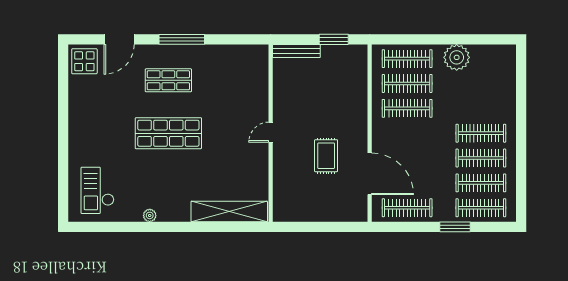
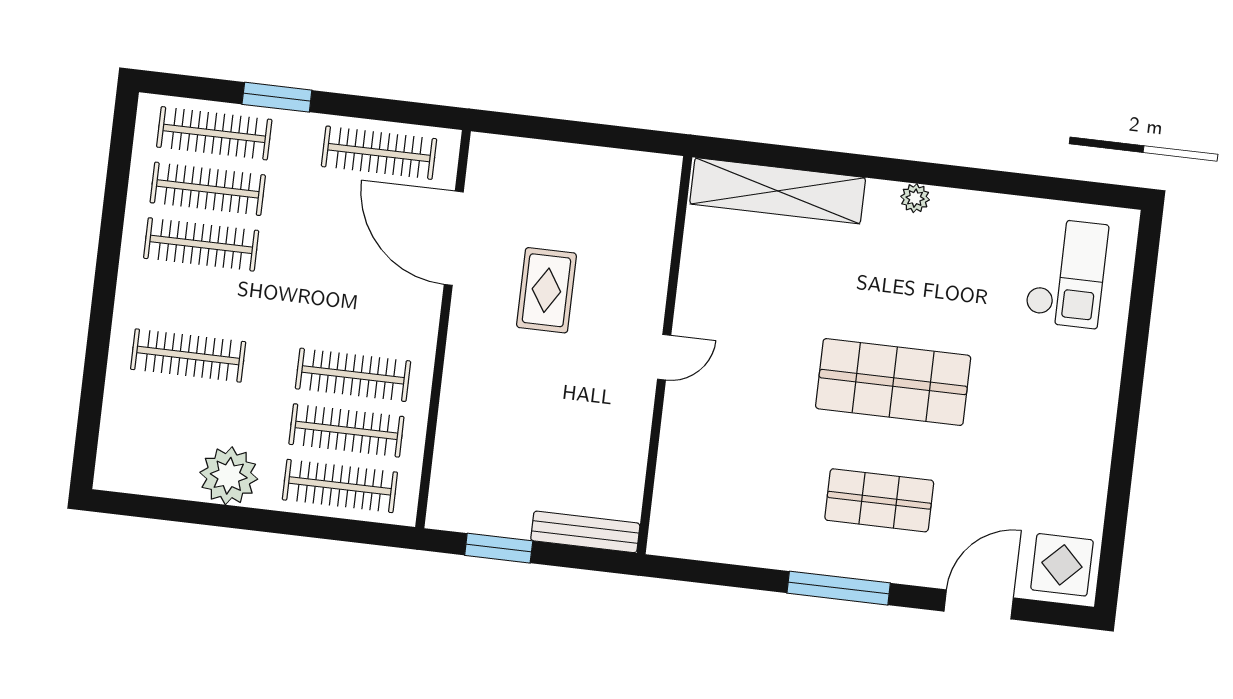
clothes rail: (481, 133) -> (188, 355), moved
plant: (150, 215) -> (915, 198), moved

